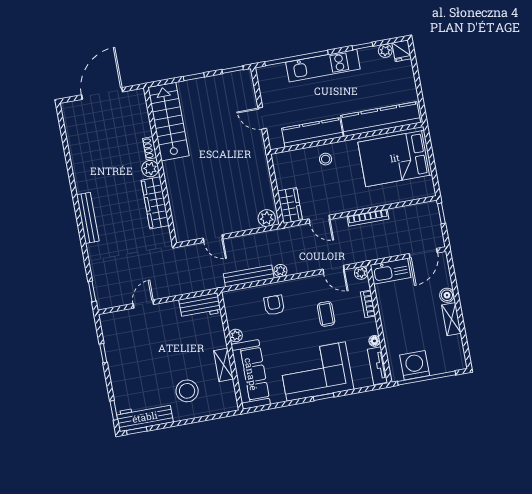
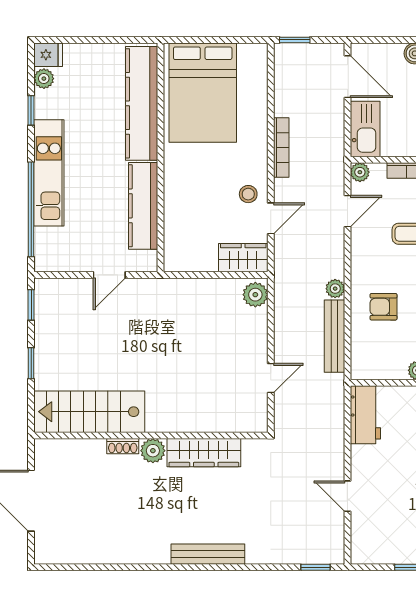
stool: (326, 159) -> (248, 194), moved

